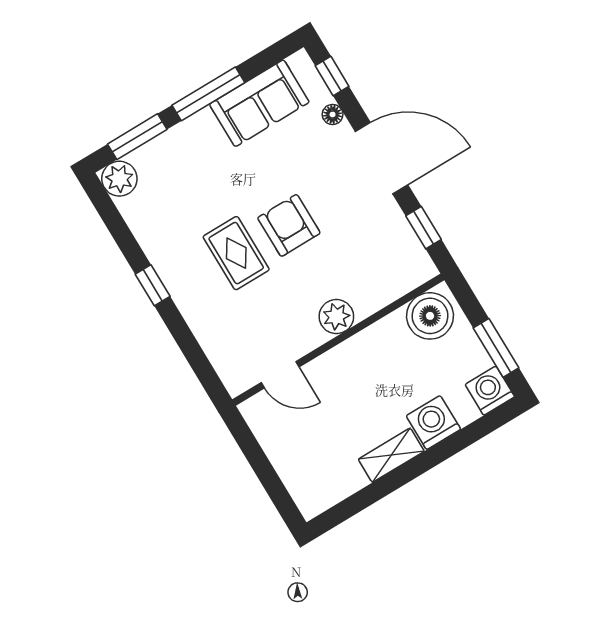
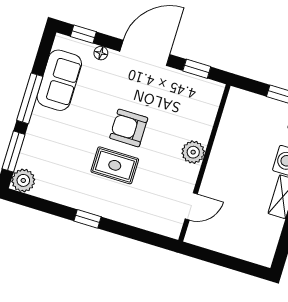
boiler: (430, 316) -> (240, 110), removed

